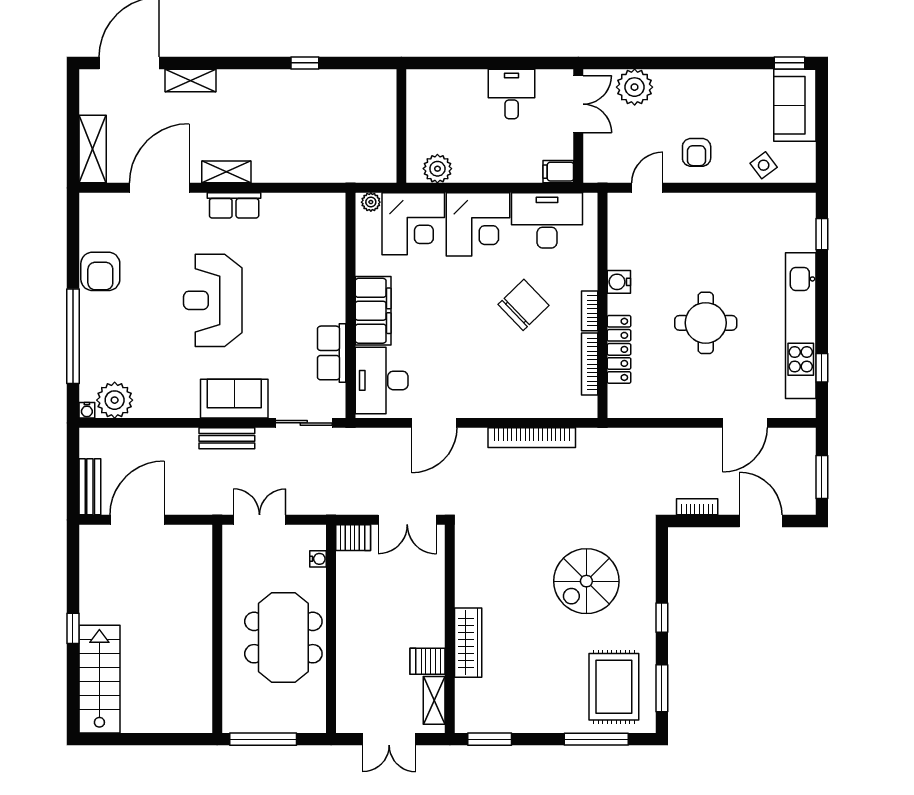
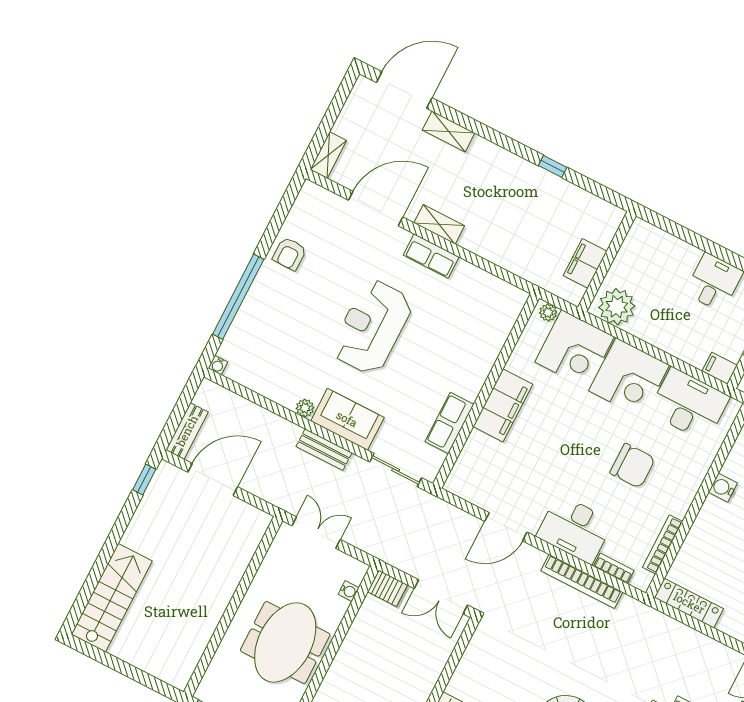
filing cabinet: (382, 138) -> (585, 263), added
shelving: (93, 149) -> (328, 155), width x0.67, depth x0.75
plant: (437, 169) -> (617, 307), width x1.36, depth x1.36
armchair: (100, 271) -> (289, 254), width x0.72, depth x0.72
chair: (524, 305) -> (632, 466), turned 44
bookcase: (590, 311) -> (614, 568), moved, turned 90
locker: (619, 349) -> (689, 603), moved, turned -90
desk: (382, 380) -> (575, 529), moved, turned -90
plant: (115, 400) -> (305, 408), moved, width x0.53, depth x0.53
window: (73, 628) -> (144, 479), moved

